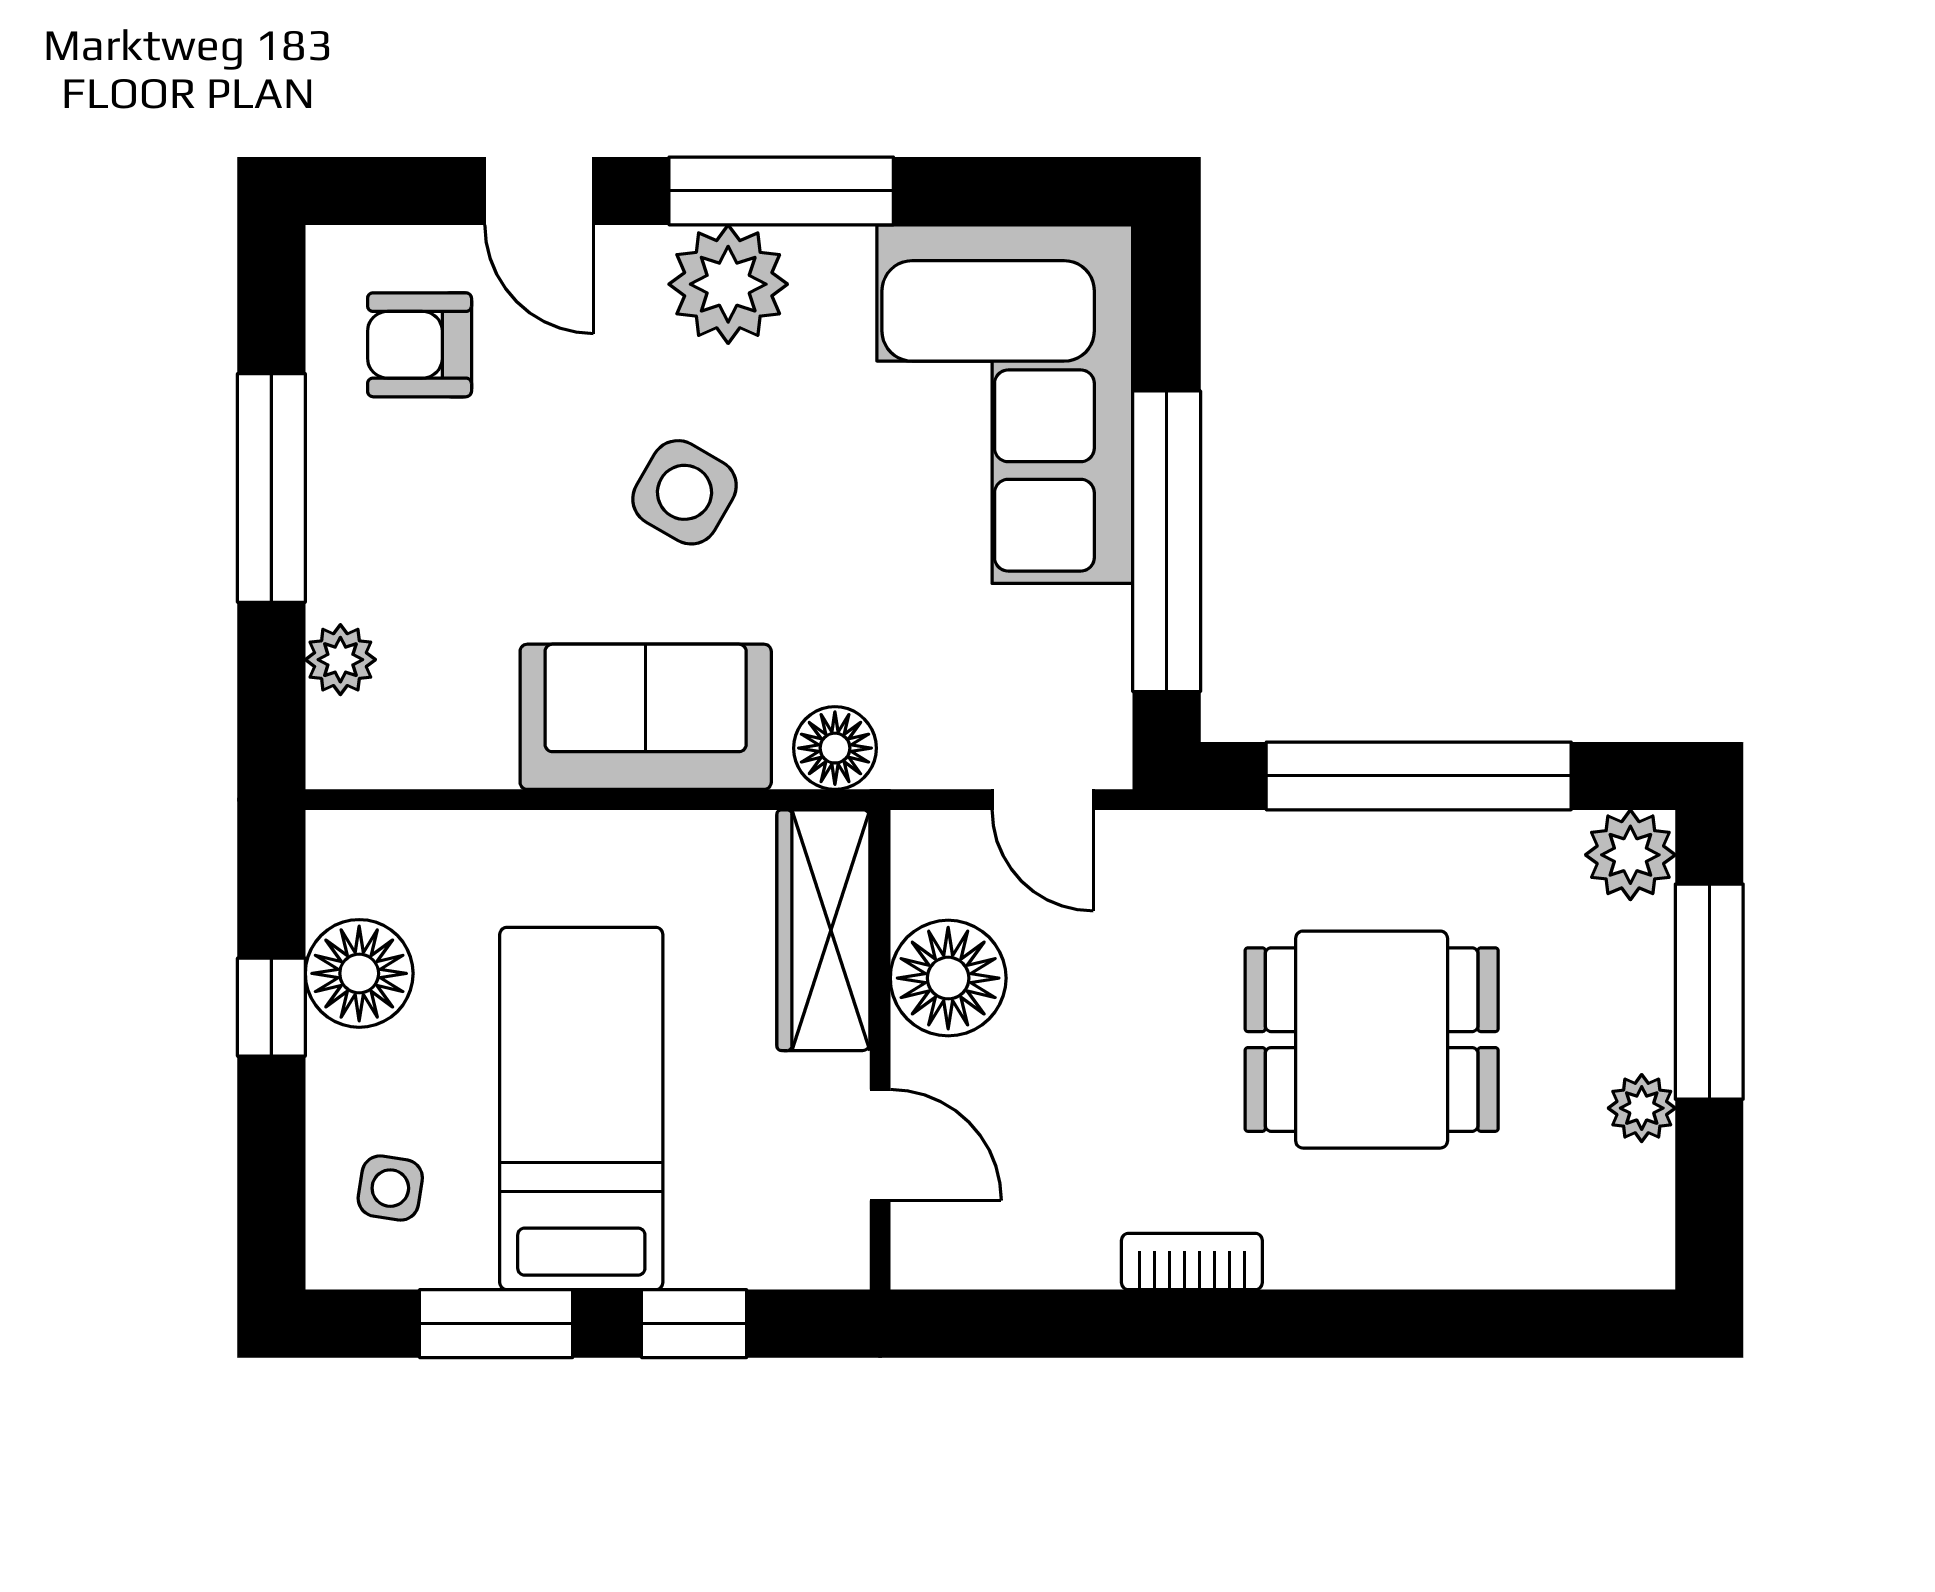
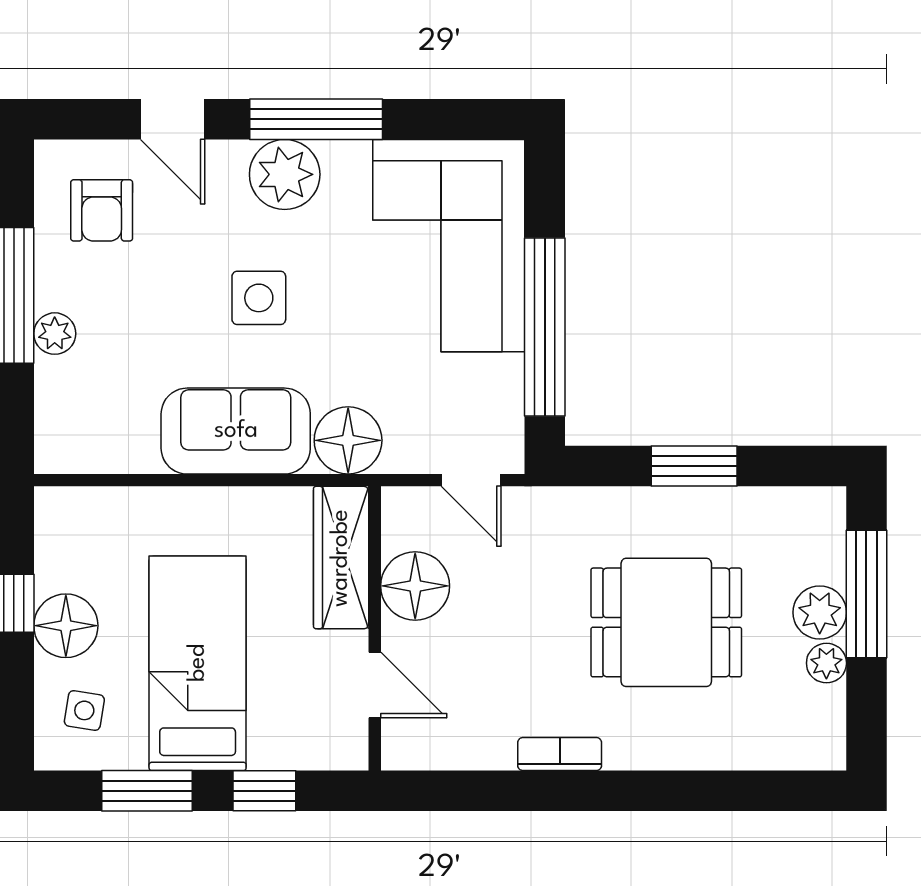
armchair: (420, 345) -> (102, 210), turned -90
side table: (685, 492) -> (259, 298), turned -30
plant: (340, 660) -> (55, 334), moved
floor lamp: (835, 748) -> (348, 440), width x1.38, depth x1.38
window: (1419, 776) -> (694, 466), width x0.47
plant: (1630, 855) -> (820, 612), moved
floor lamp: (359, 973) -> (66, 626), moved

